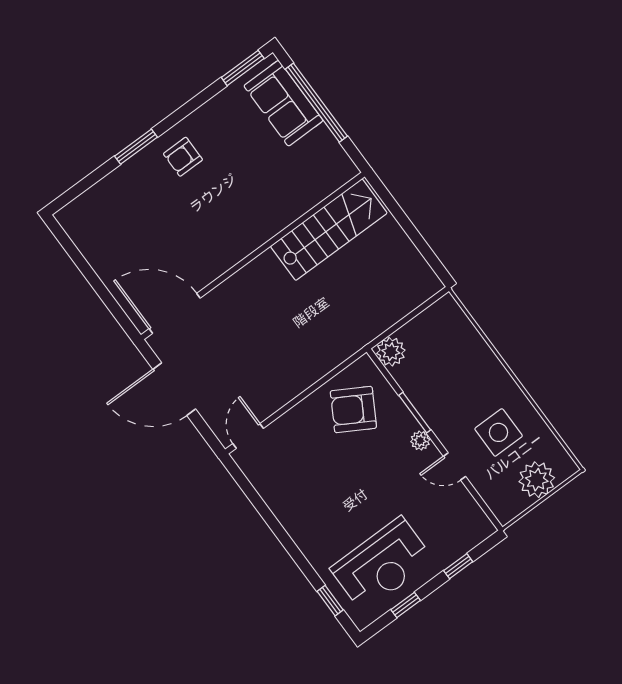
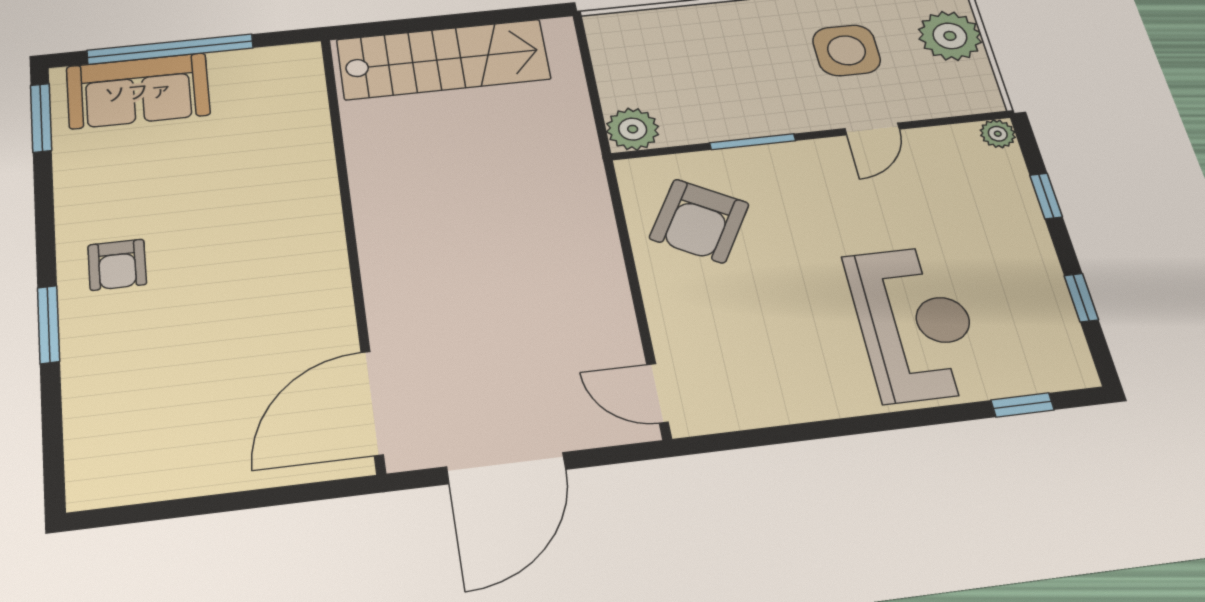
stairs: (329, 230) -> (443, 59), moved, turned 90
plant: (420, 441) -> (998, 134), moved
reception desk: (382, 564) -> (915, 323), moved

